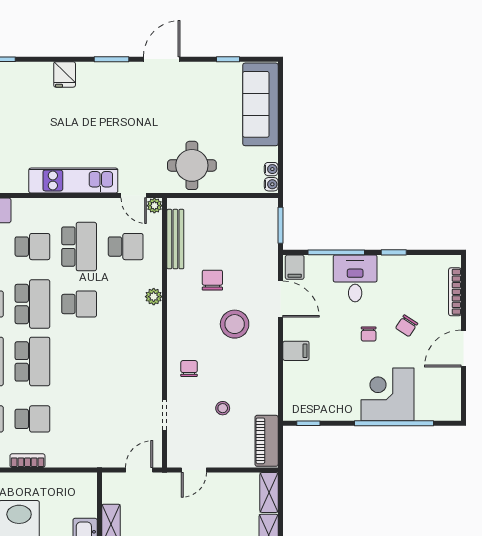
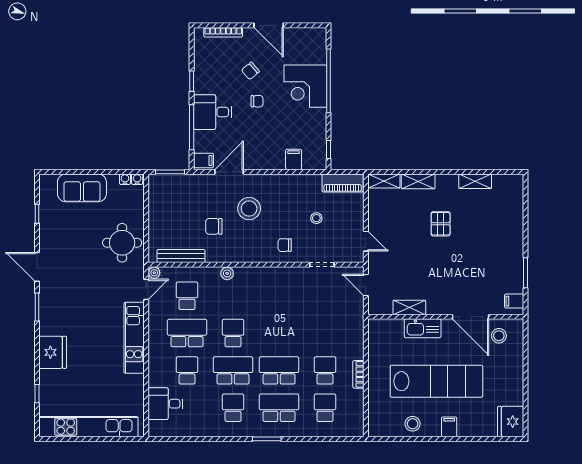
fridge: (65, 74) -> (53, 352), width x1.88, depth x1.34
sofa: (260, 104) -> (82, 188), width x0.73
chair: (407, 326) -> (250, 71), turned 107
filing cabinet: (296, 351) -> (294, 159), moved

